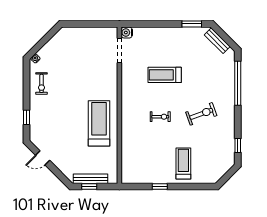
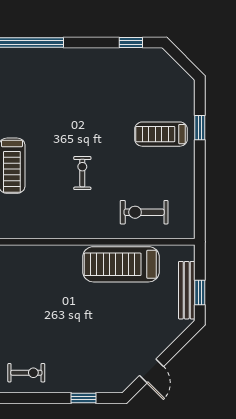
exercise bike: (201, 114) -> (144, 212), moved, turned -70
treadmill: (99, 123) -> (121, 264), moved
window: (160, 186) -> (200, 128), moved

